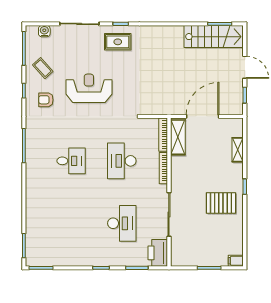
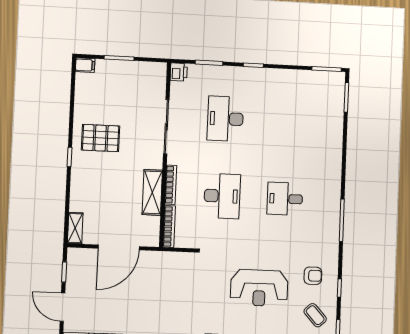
shelving: (178, 137) -> (152, 192), moved
shelving: (238, 150) -> (75, 228), moved
printer: (158, 253) -> (179, 72), width x0.53, depth x0.68

